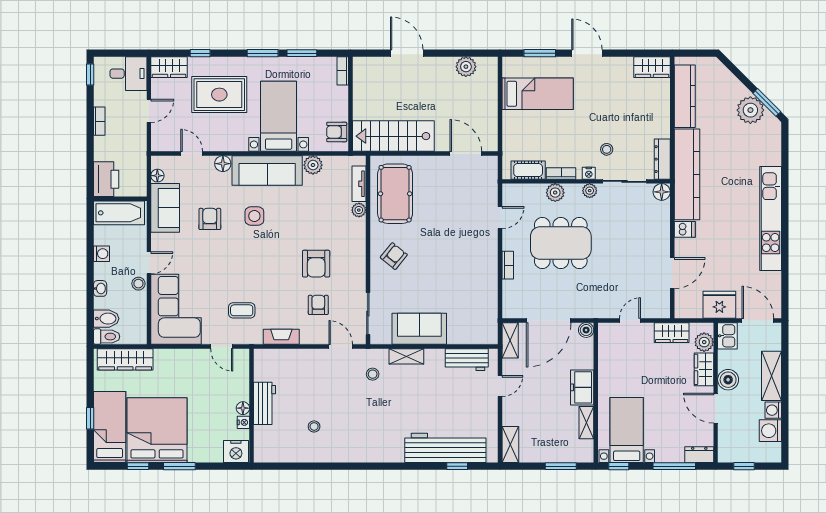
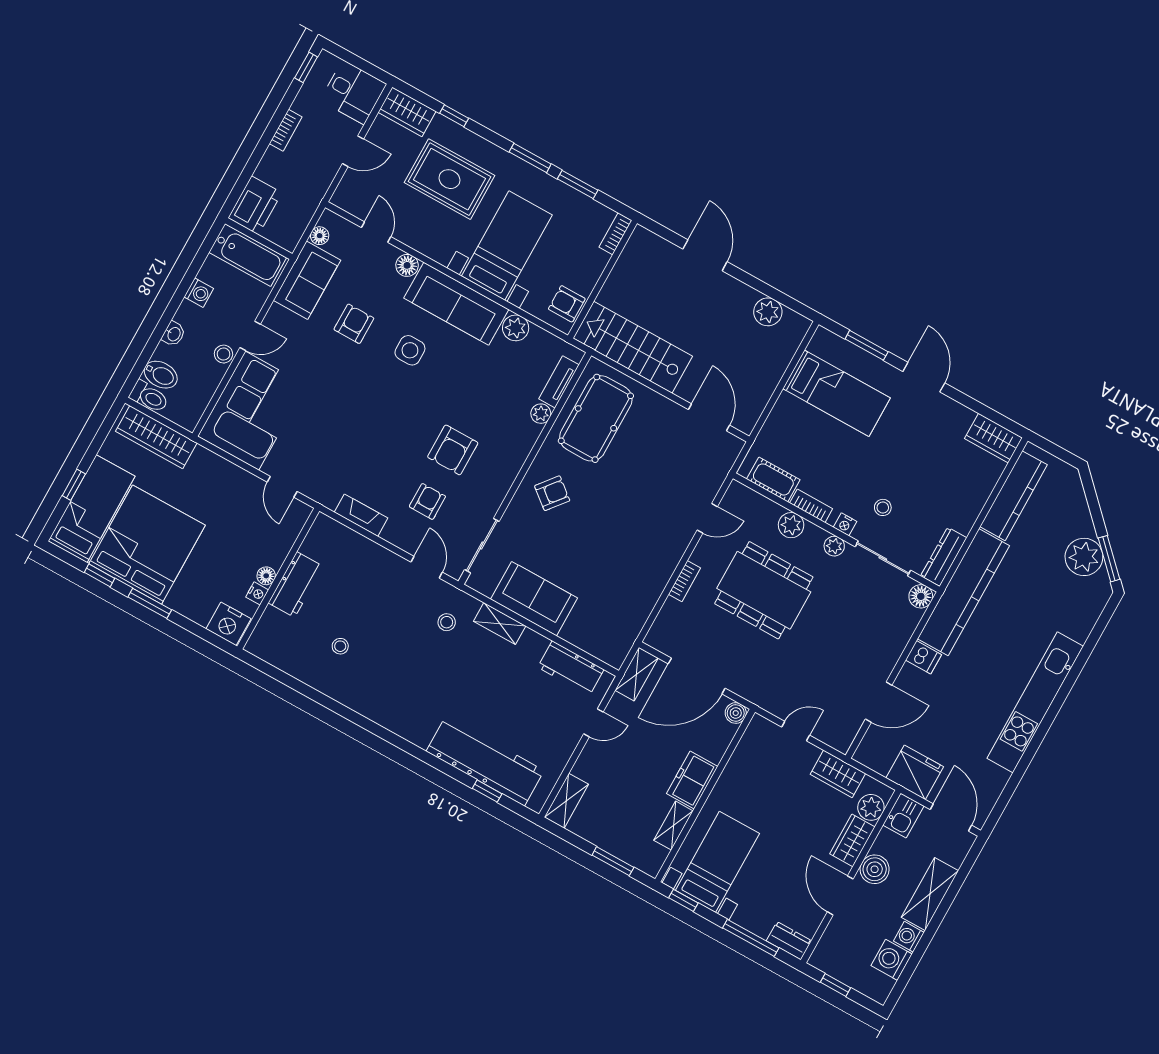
coffee table: (242, 310) -> (331, 456), removed

